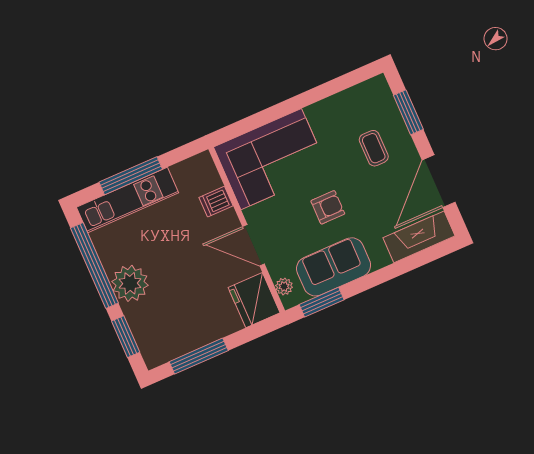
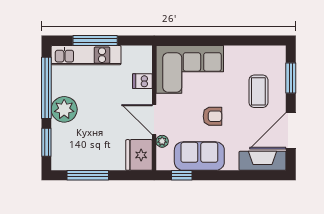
coffee table: (374, 148) -> (258, 91), width x1.36, depth x1.30
plant: (284, 286) -> (162, 141), moved
window: (322, 302) -> (182, 175), width x0.67

